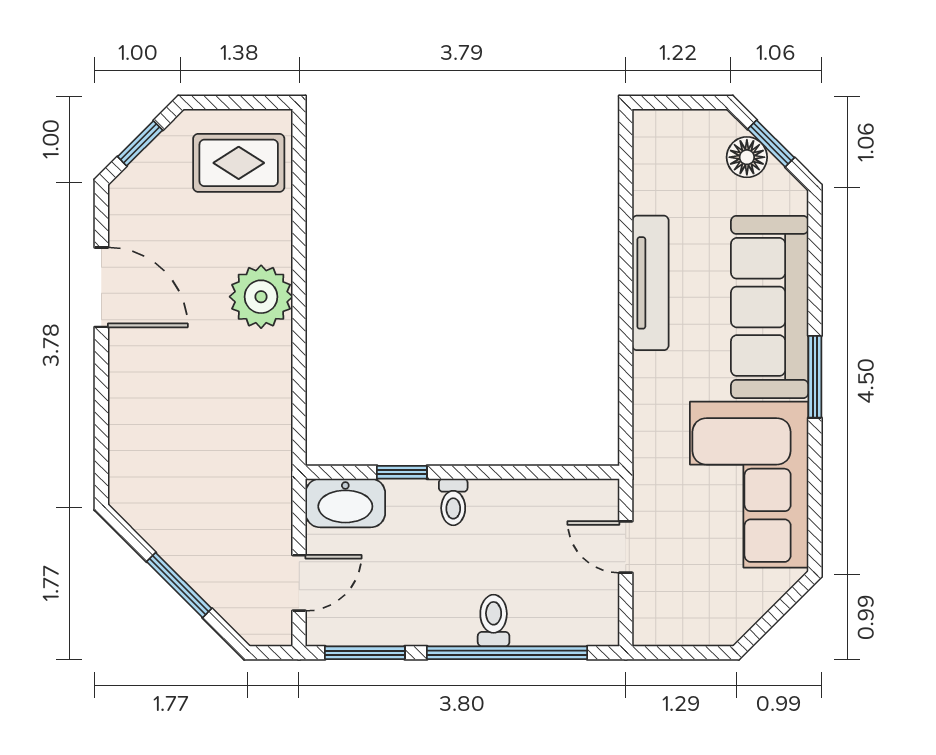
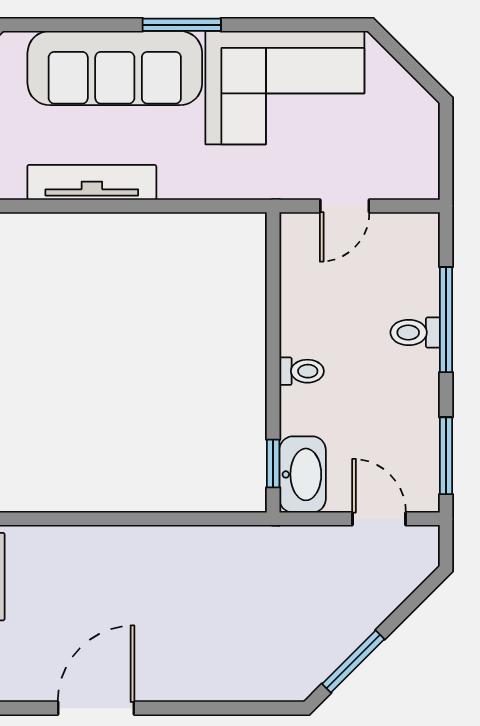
plant: (261, 297) -> (105, 555), removed
window: (402, 472) -> (273, 464), moved
window: (179, 585) -> (353, 662), moved
window: (507, 653) -> (446, 320), width x0.68

